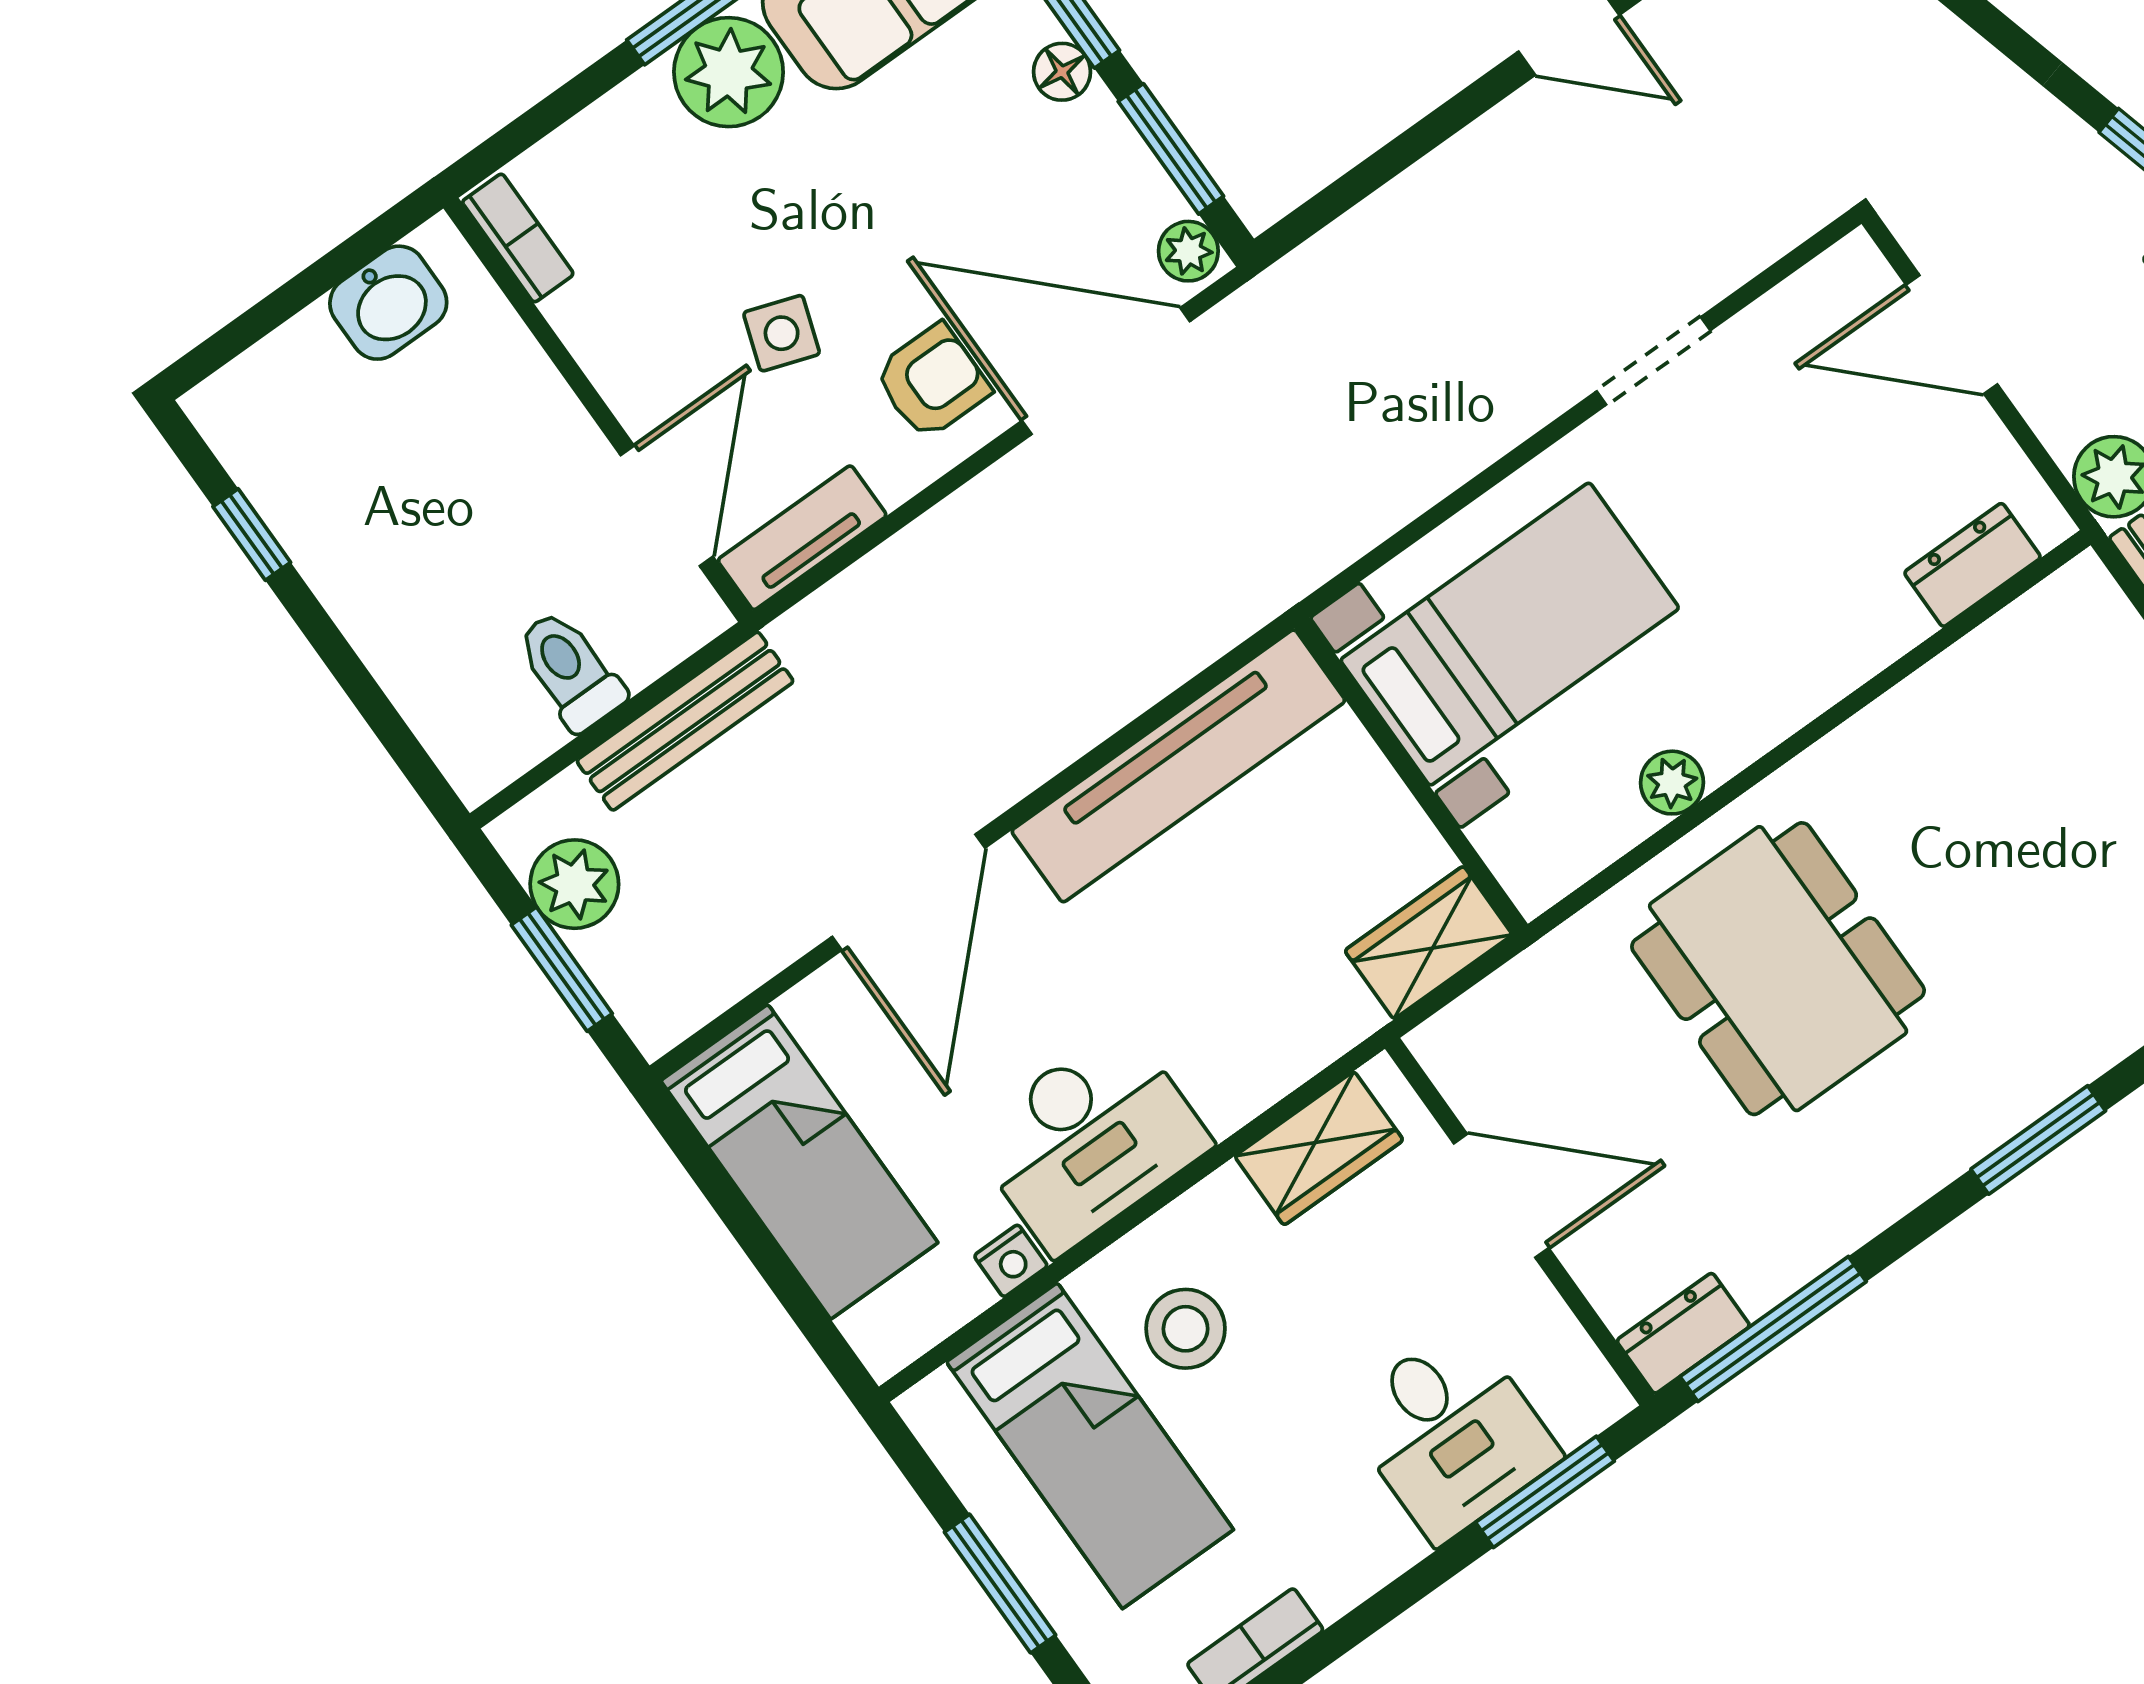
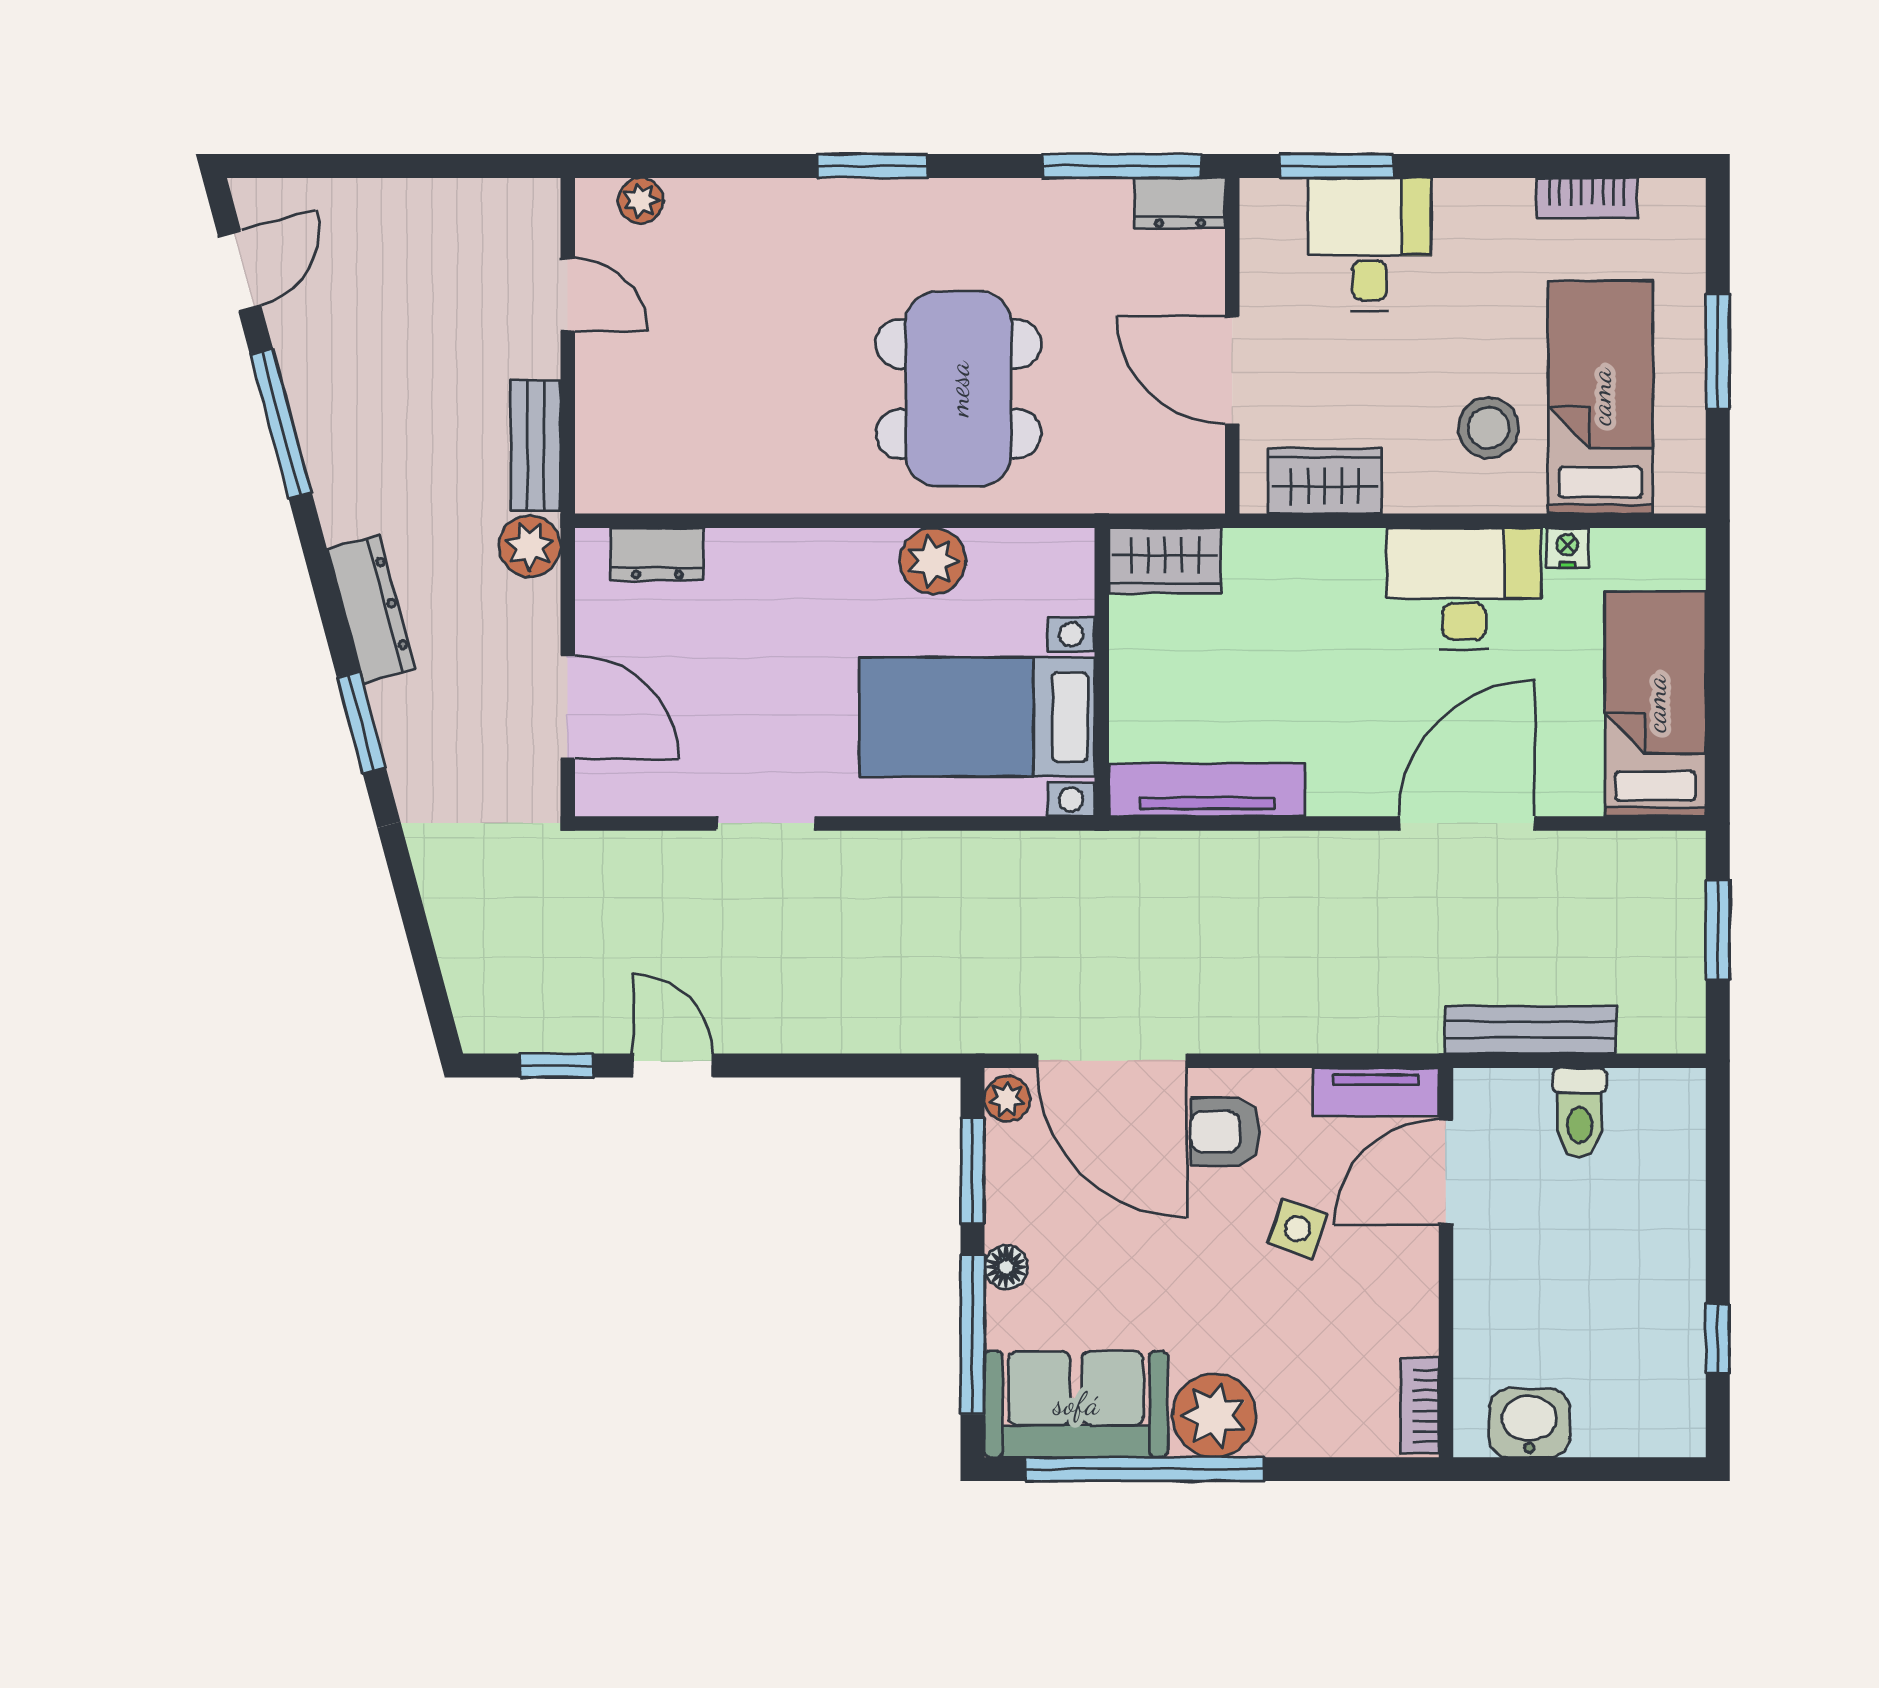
tv unit: (1178, 766) -> (1207, 790), width x0.73, depth x0.78
plant: (1672, 783) -> (933, 561), width x1.38, depth x1.38
plant: (574, 884) -> (1672, 977), removed

